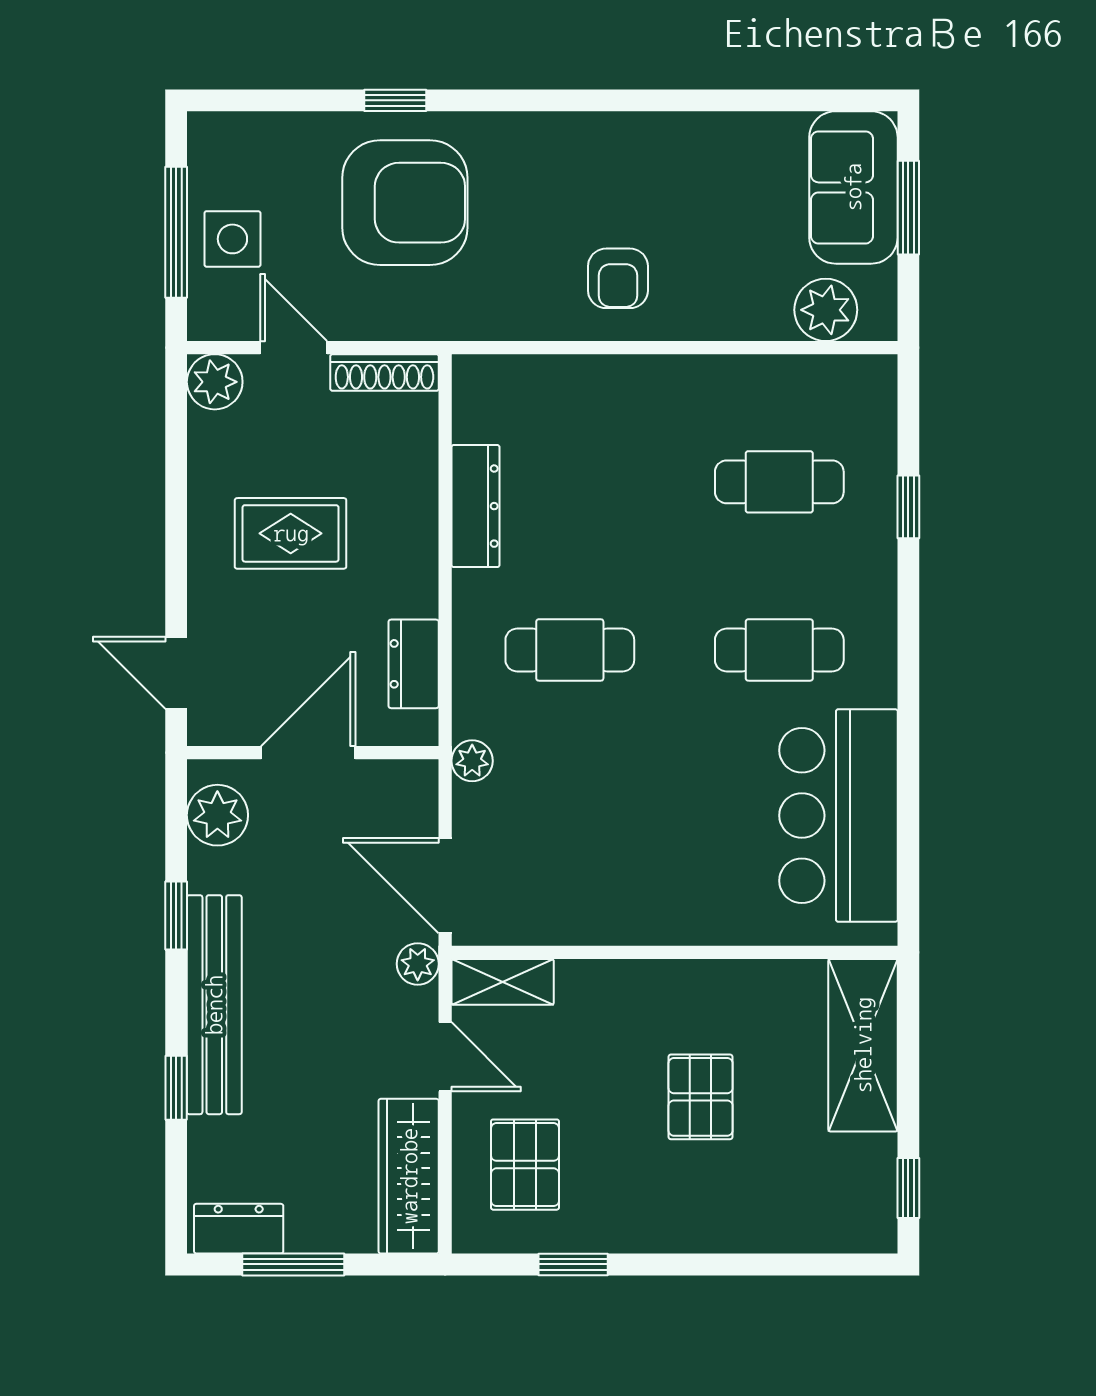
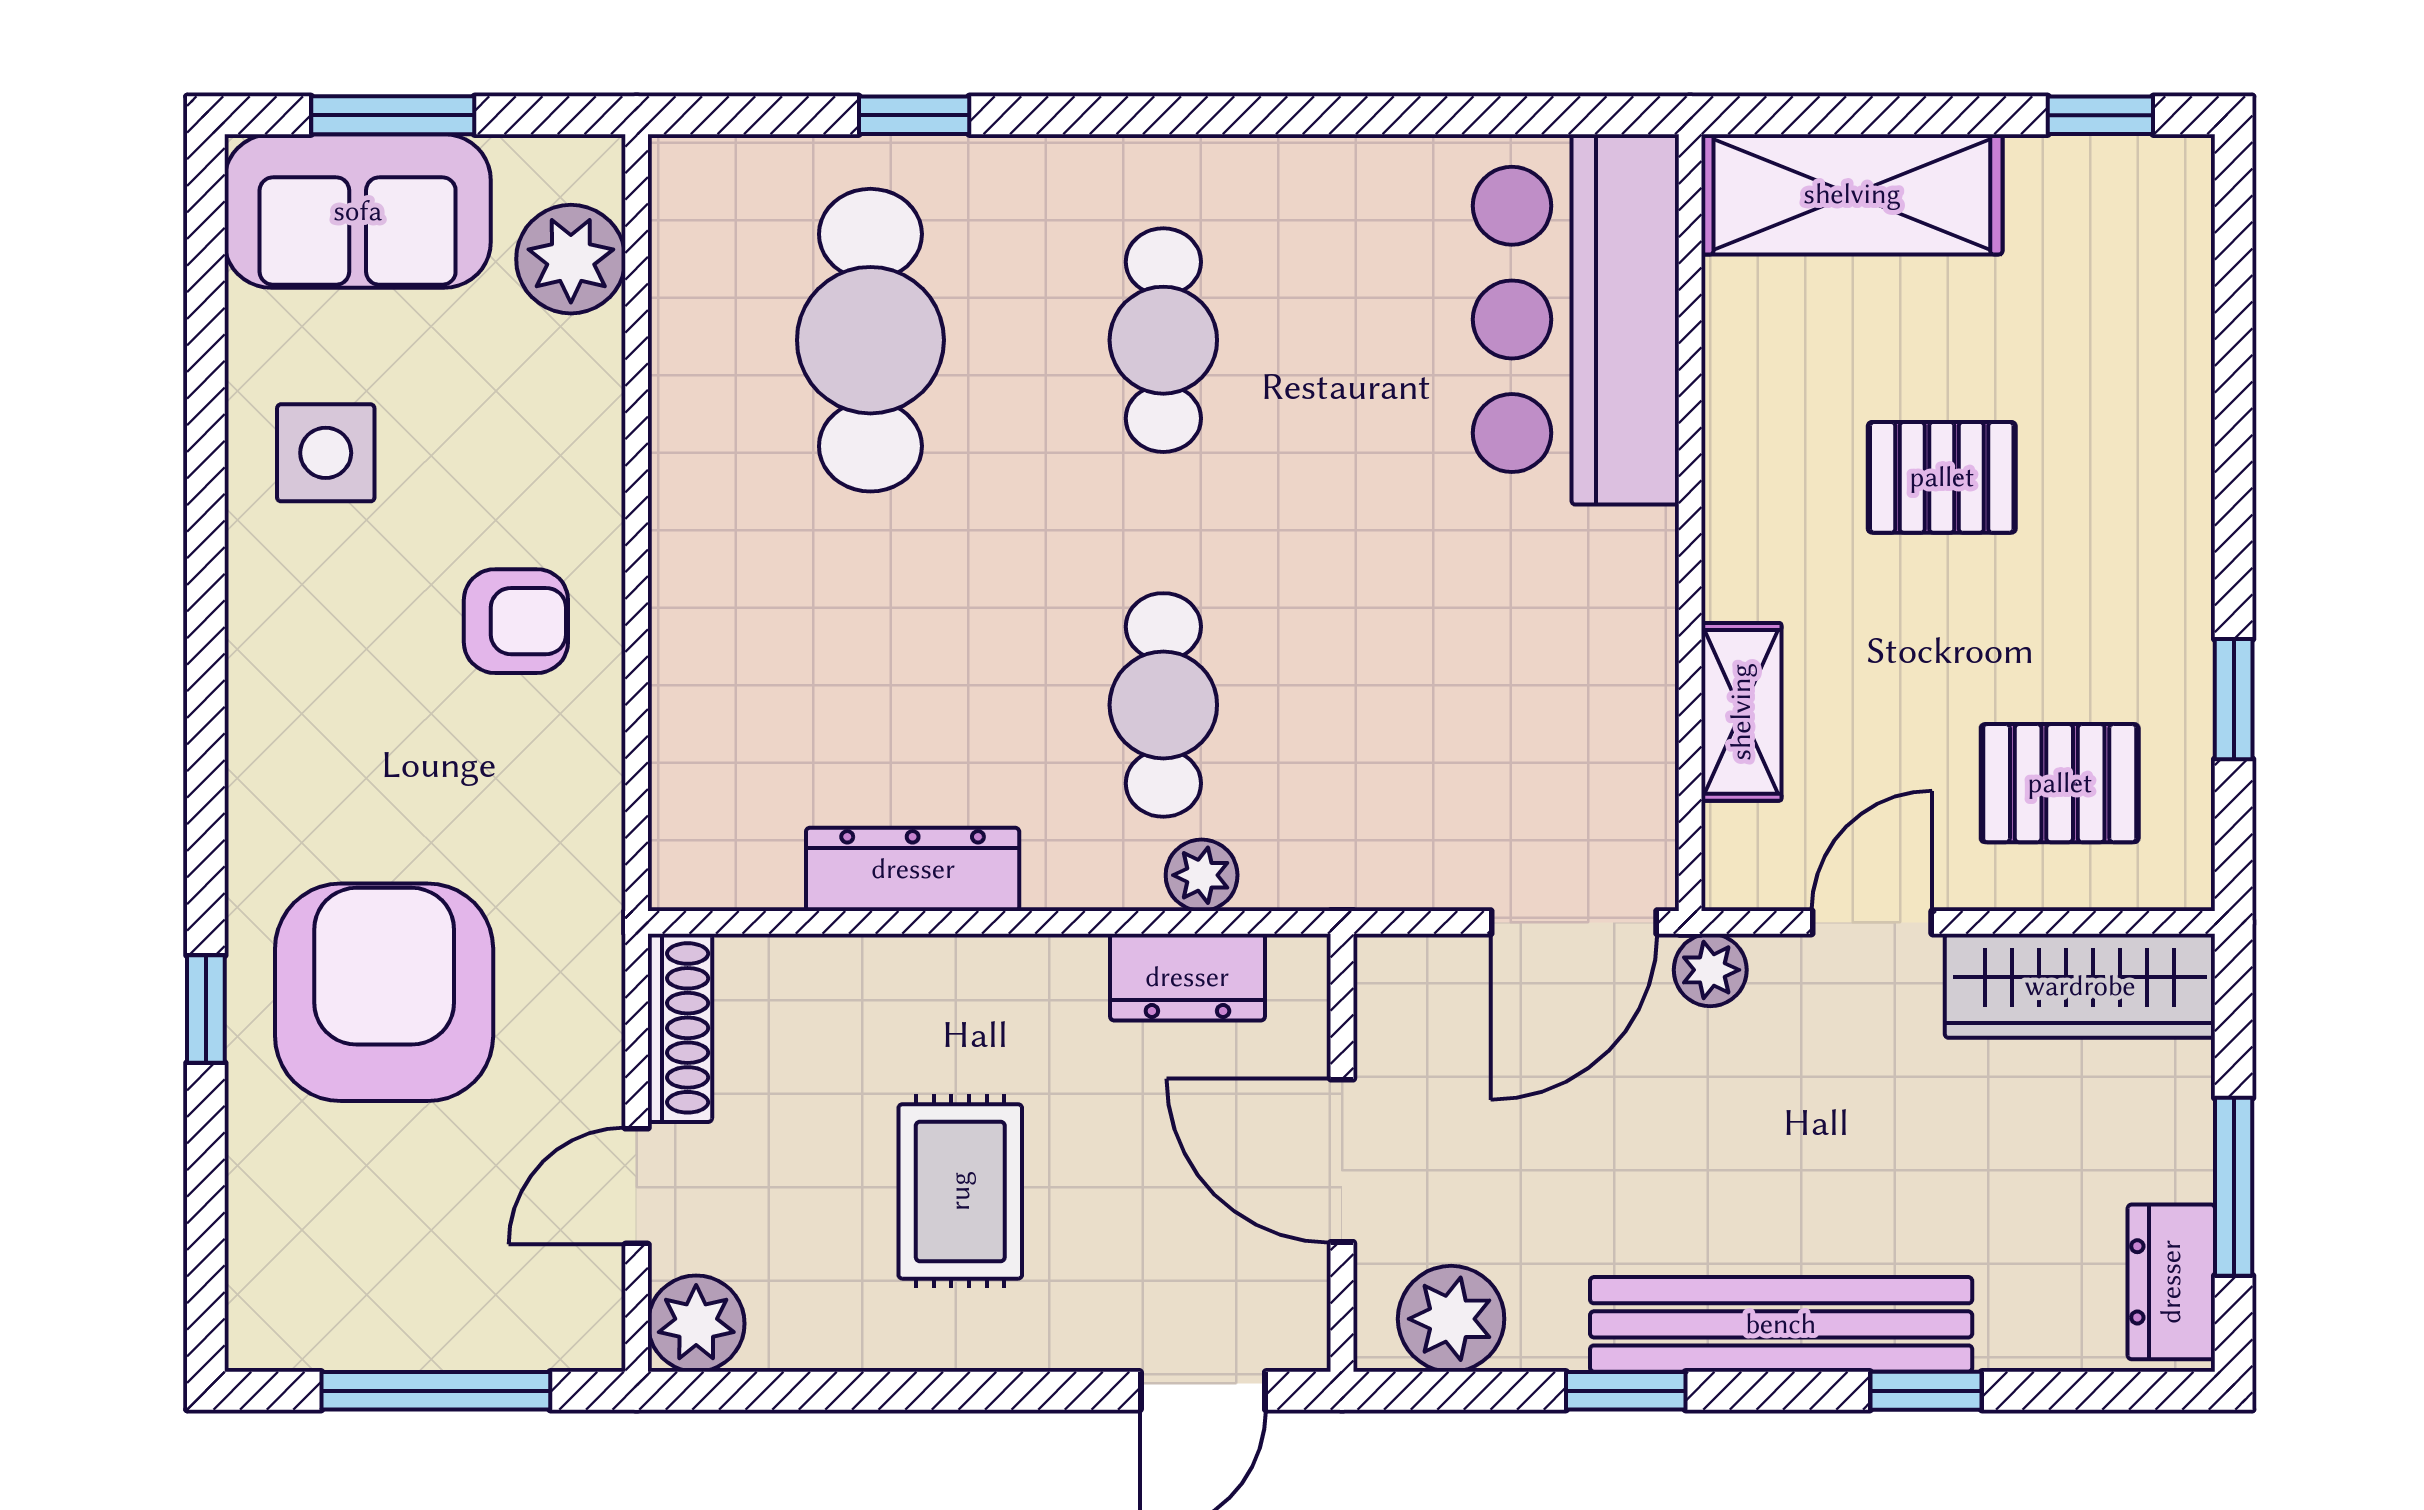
side table: (232, 239) -> (326, 453), moved
cafe table: (779, 482) -> (870, 340), width x1.37, depth x1.35
plant: (472, 761) -> (1202, 875), moved
bar counter: (838, 816) -> (1576, 319), moved, turned 90
shelving: (503, 982) -> (1741, 712), moved

